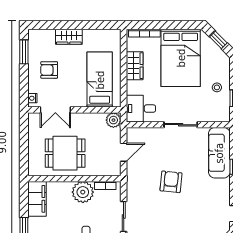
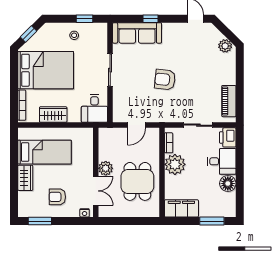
armchair: (49, 70) -> (57, 197), turned 90
bed: (100, 80) -> (45, 152), moved, turned 180
plant: (113, 120) -> (106, 168), moved
door: (124, 152) -> (137, 125), swing flipped

